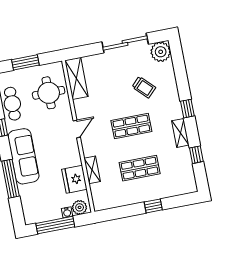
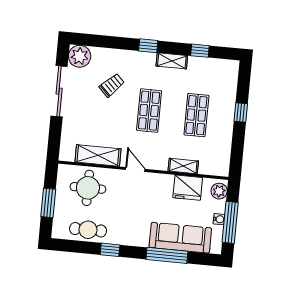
shelving: (76, 78) -> (98, 155), moved
sofa: (23, 156) -> (180, 238), moved
water cooler: (67, 212) -> (219, 219), moved

